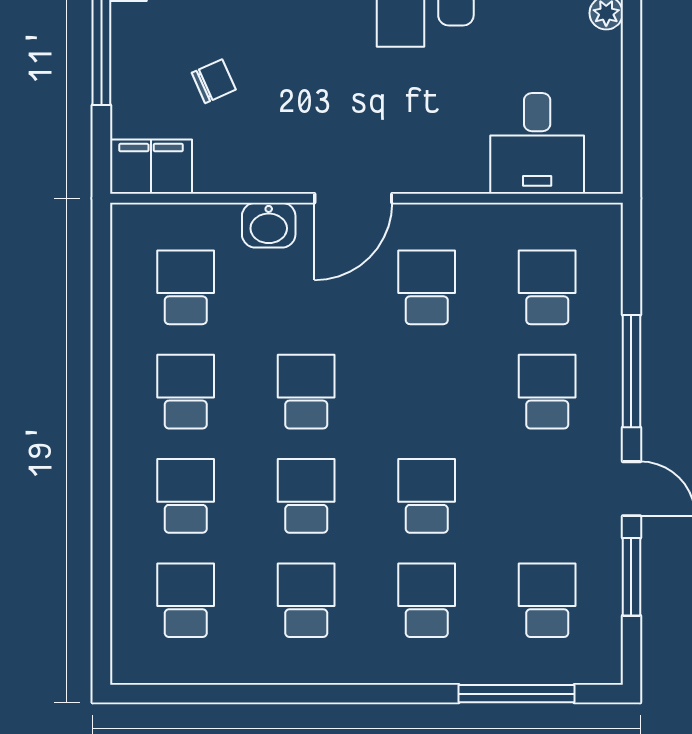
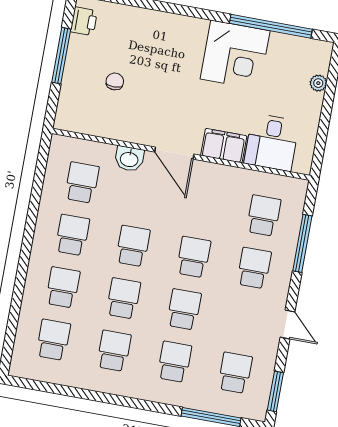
chair: (214, 81) -> (115, 81), turned -66
filing cabinet: (151, 167) -> (224, 146), moved
door: (353, 198) -> (174, 153), hinge flipped
school desk: (427, 287) -> (193, 257), moved
window: (631, 371) -> (302, 243), moved
window: (631, 577) -> (275, 391), moved

